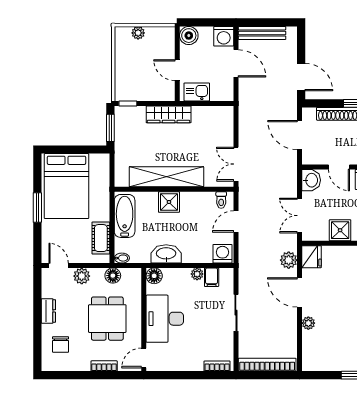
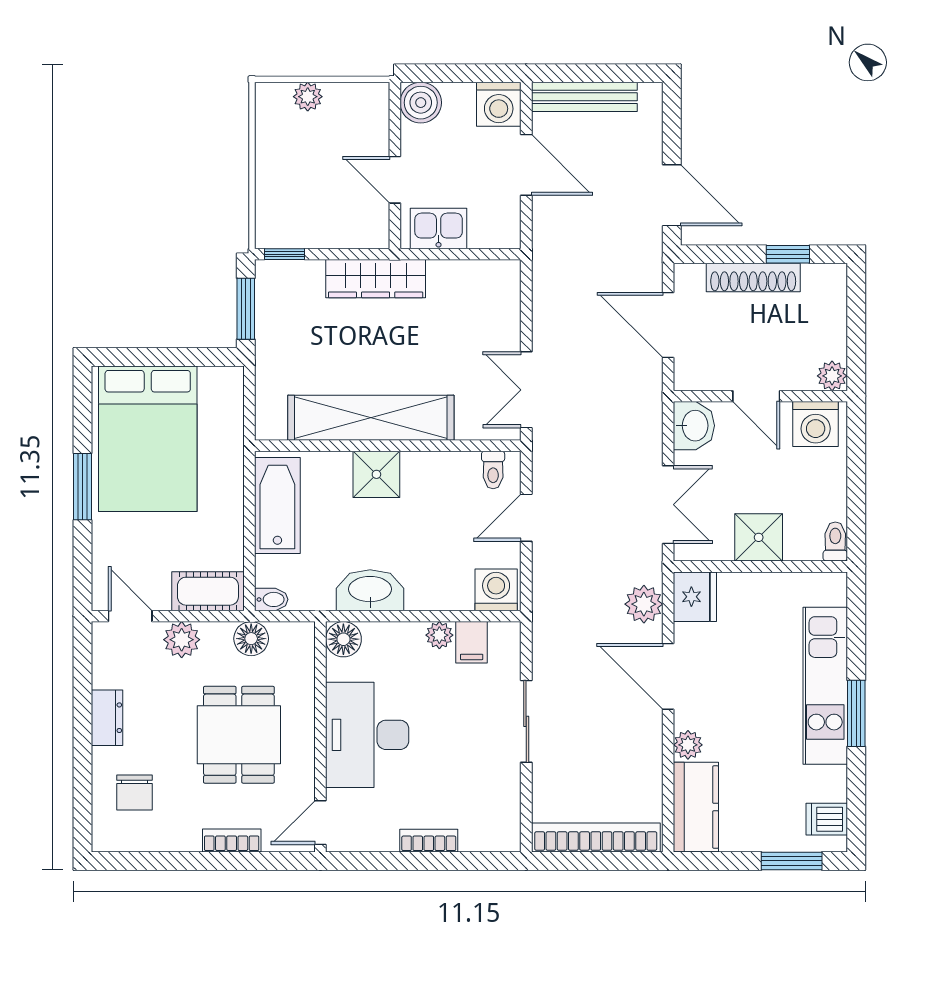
double door: (300, 216) -> (668, 505), swing flipped
cot: (101, 238) -> (208, 591), moved, turned 90
kitchen counter: (312, 351) -> (696, 807), added
bookcase: (217, 366) -> (429, 841), moved

